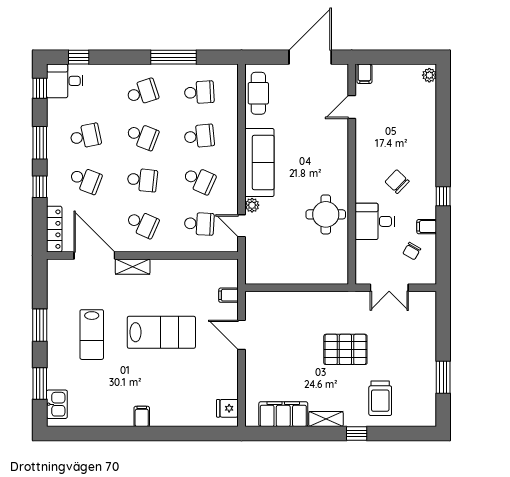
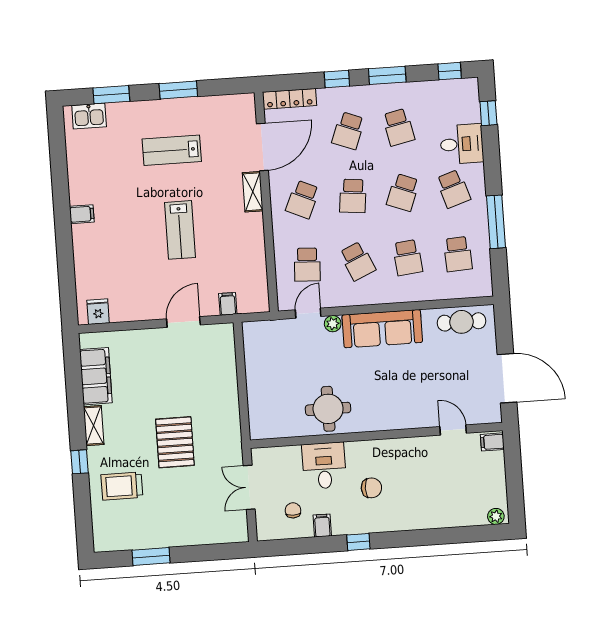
desk: (65, 81) -> (462, 144), moved, turned 90
school desk: (199, 180) -> (357, 261), turned -48
chair: (397, 182) -> (371, 488), turned 46
chair: (412, 251) -> (293, 510), turned 60
lab bench: (161, 332) -> (180, 230), width x0.73, depth x0.72

